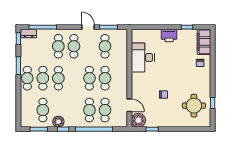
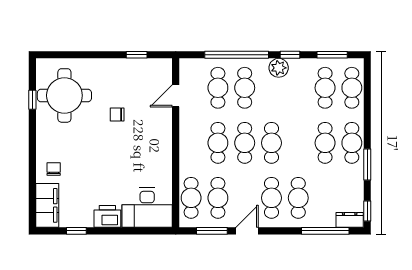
door: (88, 27) -> (247, 231), swing flipped
cafe table: (120, 46) -> (191, 198), added
desk: (143, 58) -> (147, 208), moved, turned 90
cafe table: (58, 78) -> (271, 143), moved
door: (129, 105) -> (176, 96), hinge flipped
round table: (194, 106) -> (64, 95), width x1.36, depth x1.36
cafe table: (27, 110) -> (352, 88), added
plant: (138, 120) -> (160, 70), removed
plant: (58, 122) -> (279, 68), moved

